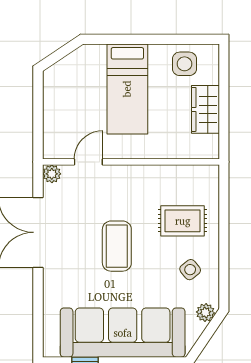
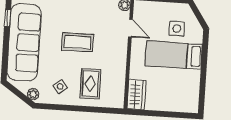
side table: (184, 64) -> (177, 29), moved
wardrobe: (205, 109) -> (136, 95), moved, turned 90

